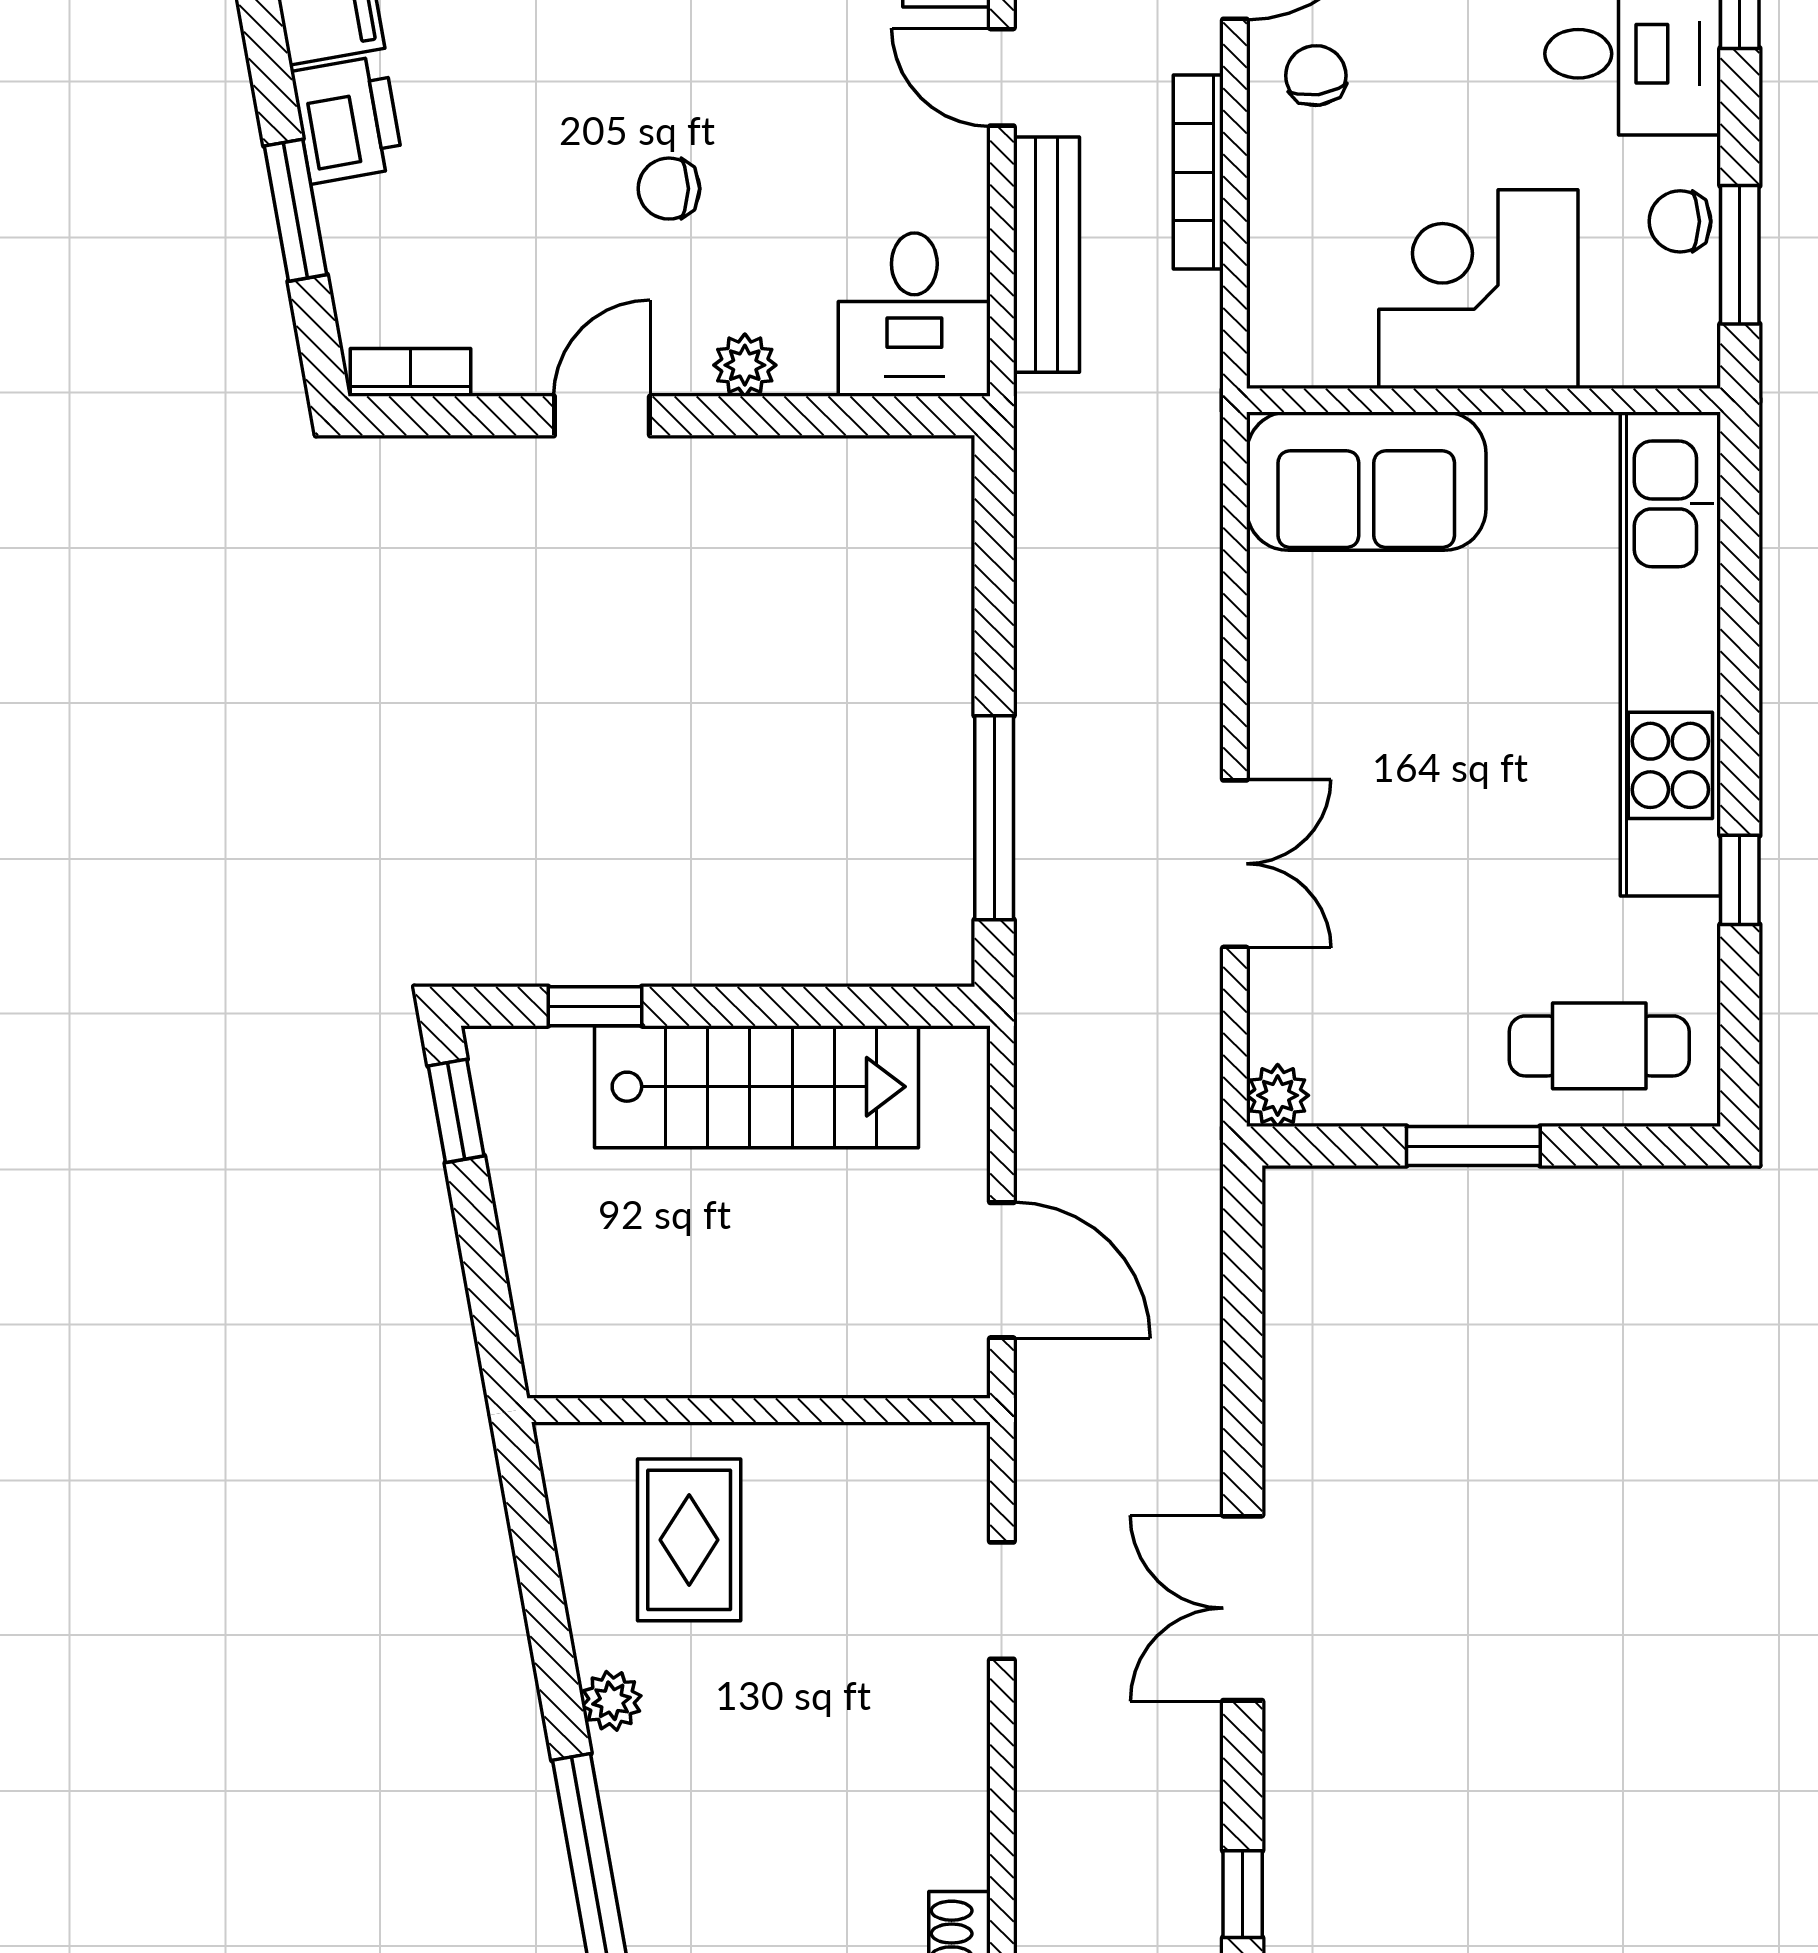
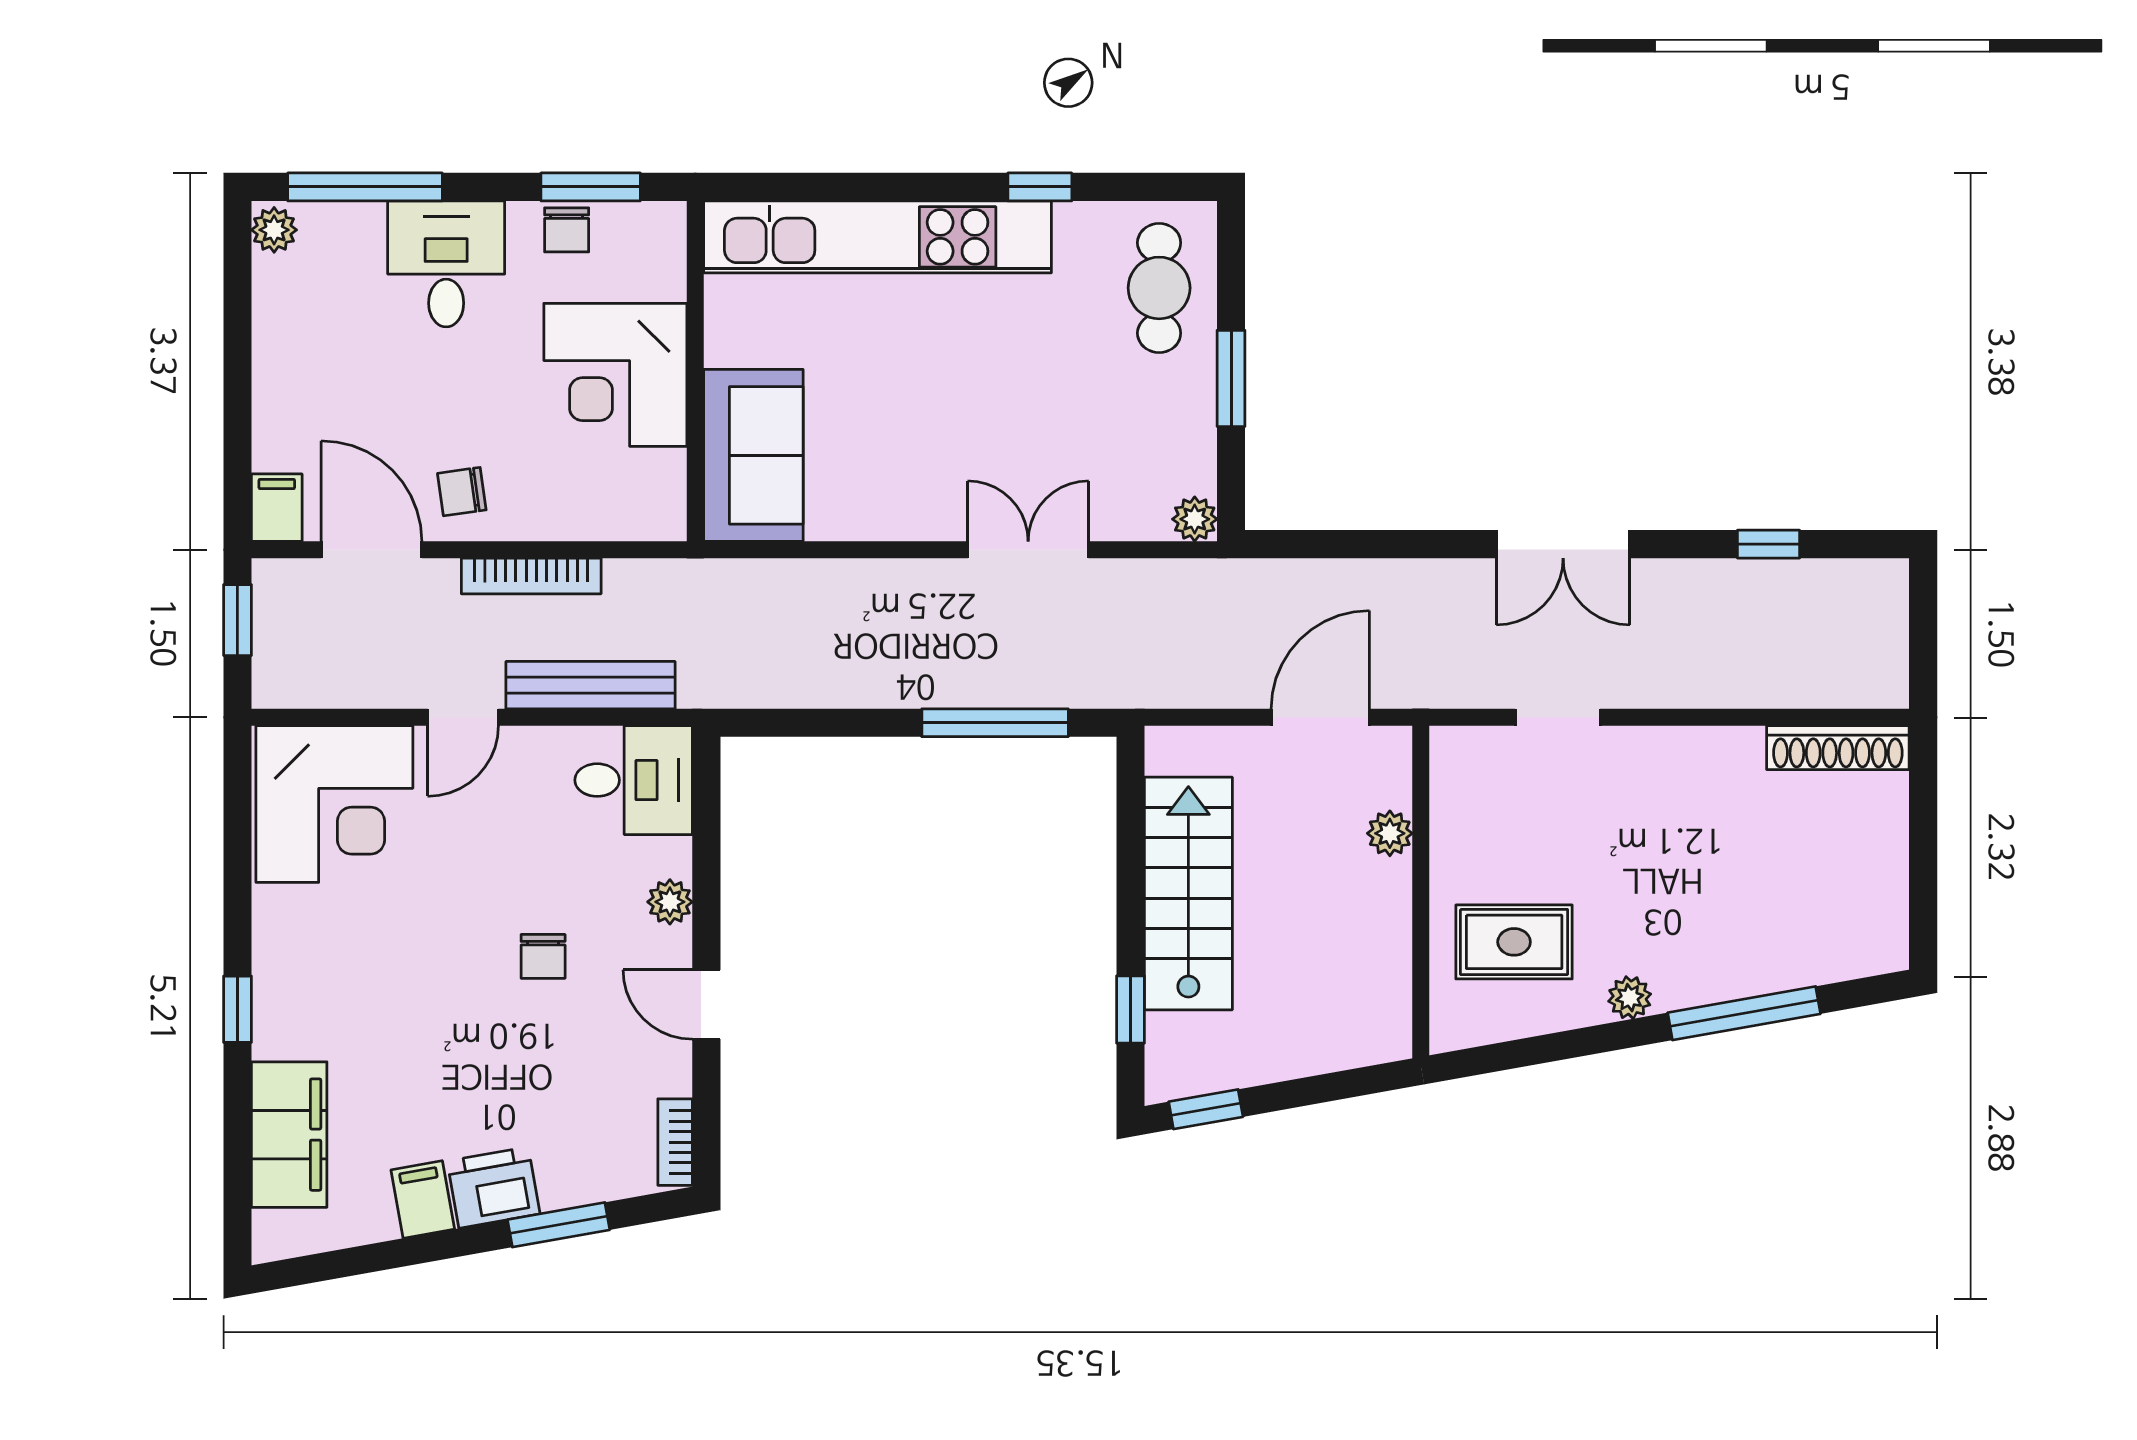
plant: (840, 1367) -> (1390, 833), added

